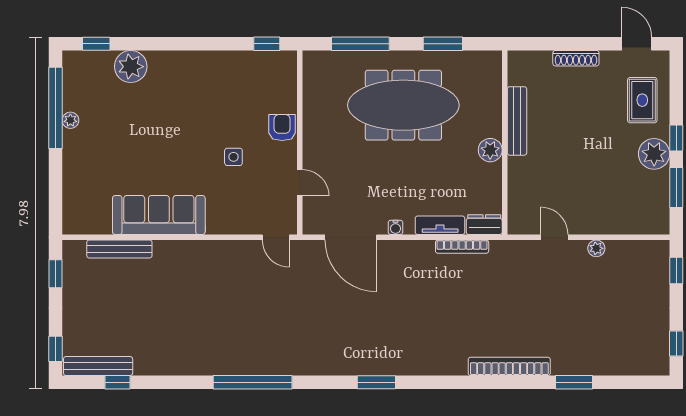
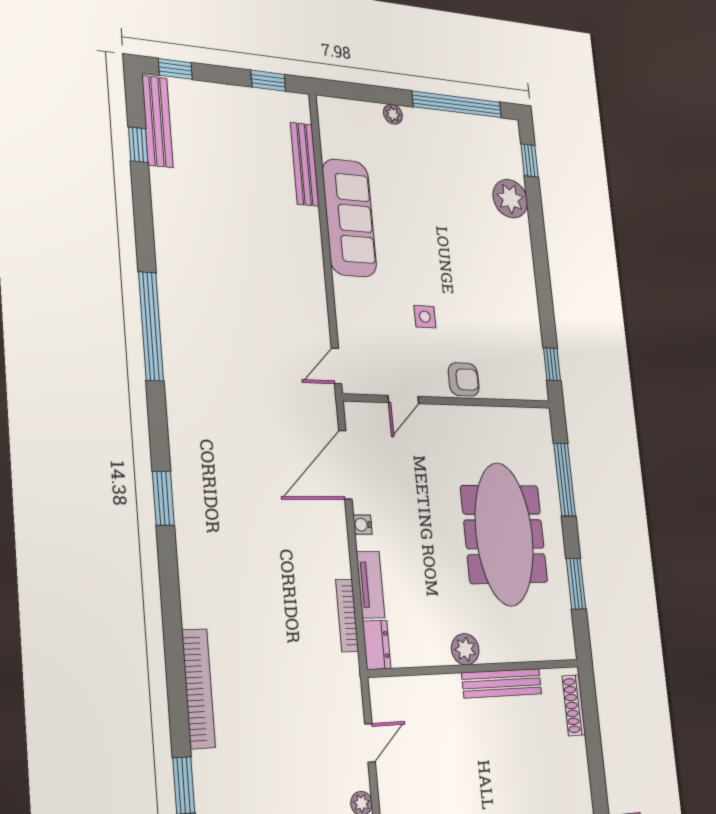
shoe rack: (576, 58) -> (574, 705), moved
plant: (70, 120) -> (393, 114), moved

